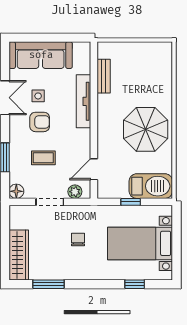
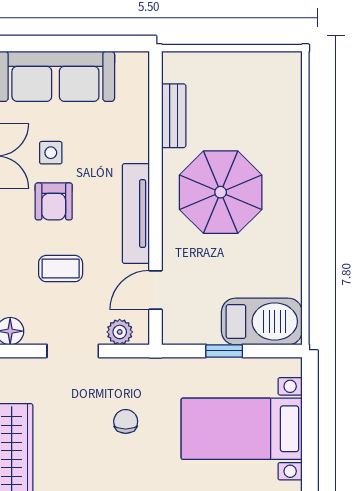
tv unit: (83, 101) -> (136, 214), moved
armchair: (40, 122) -> (54, 201), turned 90
parasol: (146, 129) -> (221, 192), moved

